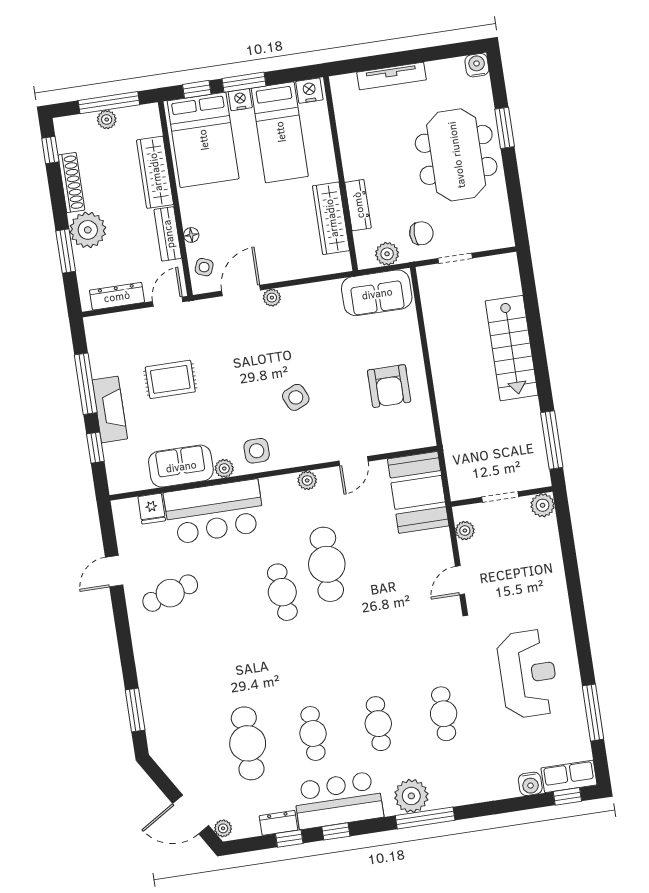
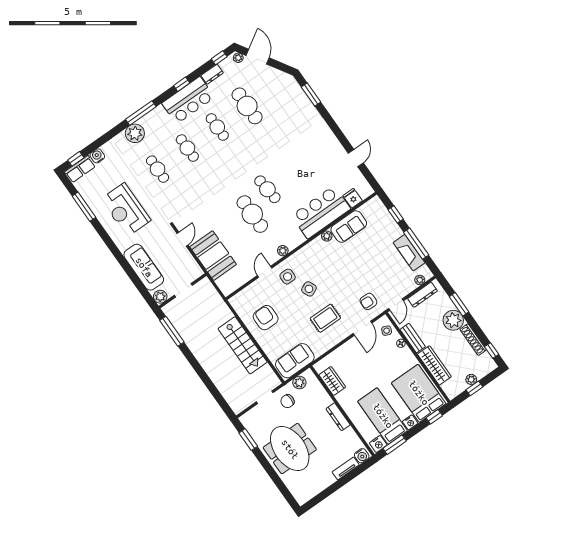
water cooler: (477, 65) -> (362, 456), moved
tv unit: (392, 76) -> (346, 468), width x0.71
window: (244, 82) -> (395, 445), moved
window: (109, 103) -> (474, 388), width x0.46
window: (505, 128) -> (248, 440), moved
dresser: (358, 205) -> (338, 417), moved
wardrobe: (331, 218) -> (332, 381), width x0.67
plant: (272, 298) -> (420, 280), moved
armchair: (210, 329) -> (368, 301), added
stairs: (512, 348) -> (243, 345), moved, turned 180
rug: (170, 379) -> (325, 318), moved
fireplace: (110, 409) -> (409, 253), moved
side table: (257, 451) -> (288, 277), moved
booth: (418, 492) -> (213, 256), moved
plant: (465, 531) -> (192, 265), removed
sofa: (545, 566) -> (144, 267), added
cafe table: (170, 593) -> (323, 161), removed
plant: (411, 796) -> (135, 133), moved
door: (191, 815) -> (258, 57), hinge flipped
window: (289, 838) -> (219, 58), moved

